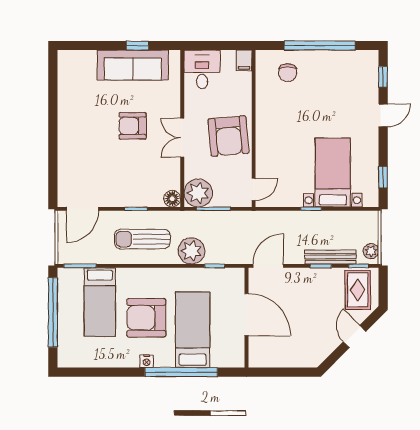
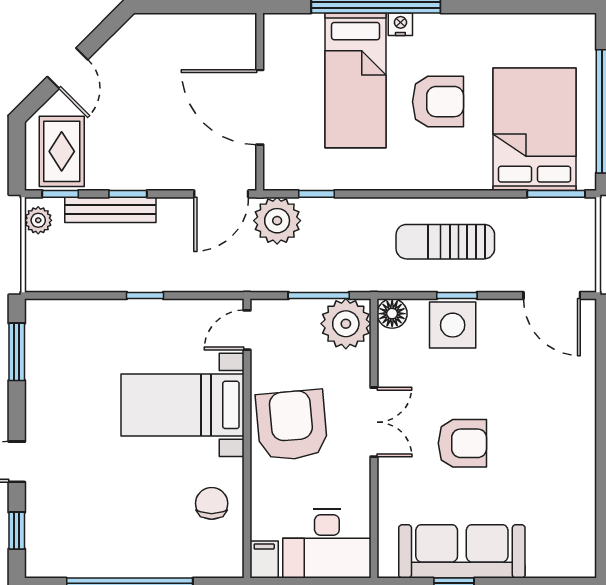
desk: (202, 69) -> (327, 544), width x1.37
chair: (288, 73) -> (212, 503), moved
bed with nightstands: (333, 173) -> (182, 405), moved, turned 90
window: (383, 177) -> (17, 352), width x1.50
side table: (138, 192) -> (453, 325), added
door: (82, 209) -> (552, 296), swing flipped
sun lounger: (142, 239) -> (445, 242), turned 180
plant: (191, 251) -> (277, 221), moved
bed: (100, 302) -> (535, 129), width x1.50
armchair: (146, 318) -> (438, 102), width x0.73, depth x0.73
nightstand: (147, 361) -> (400, 24), moved

